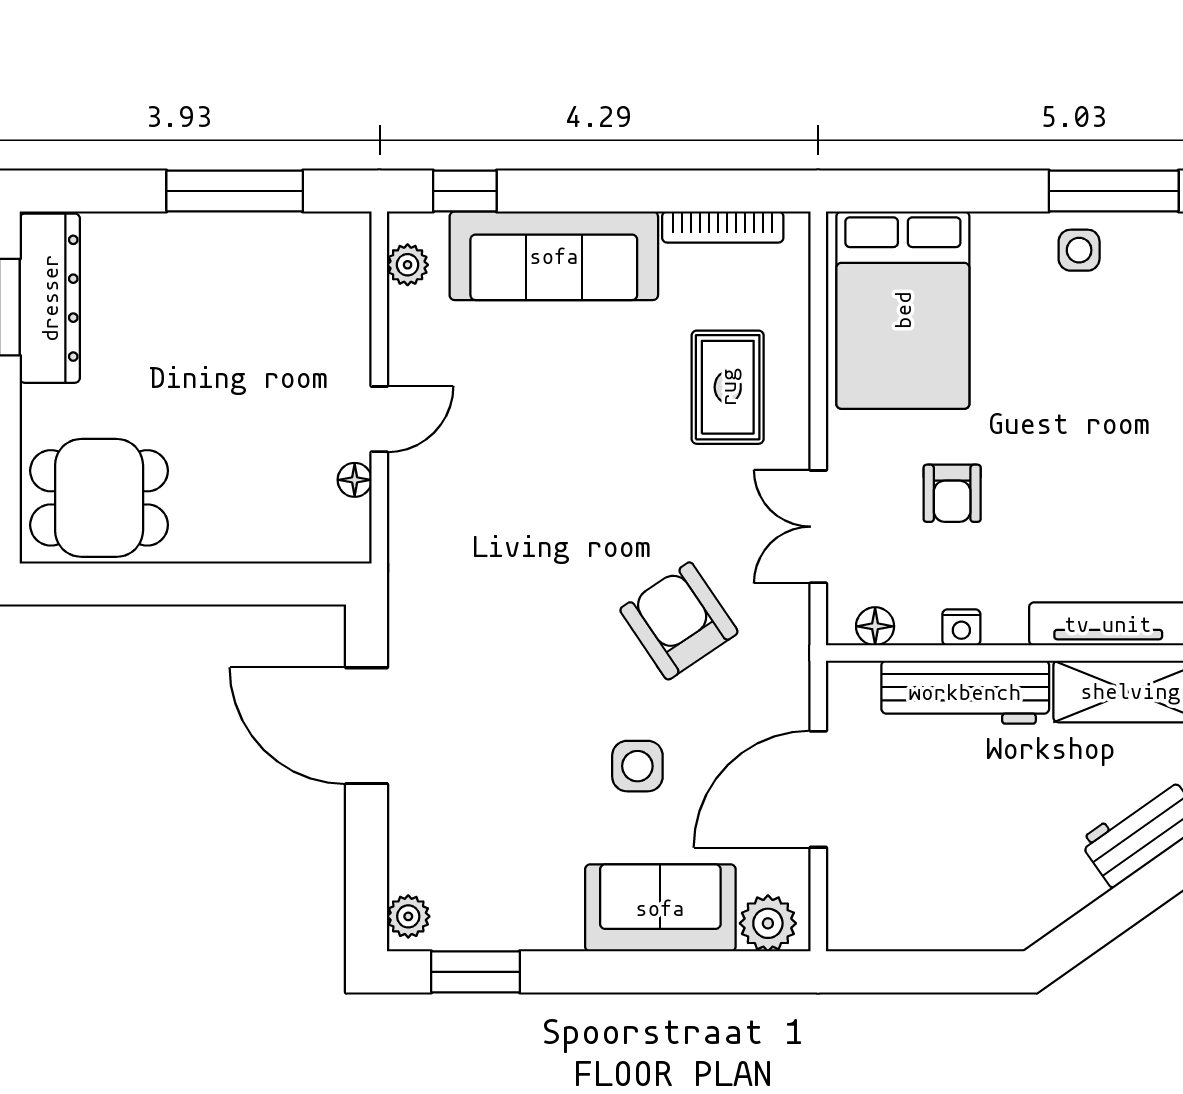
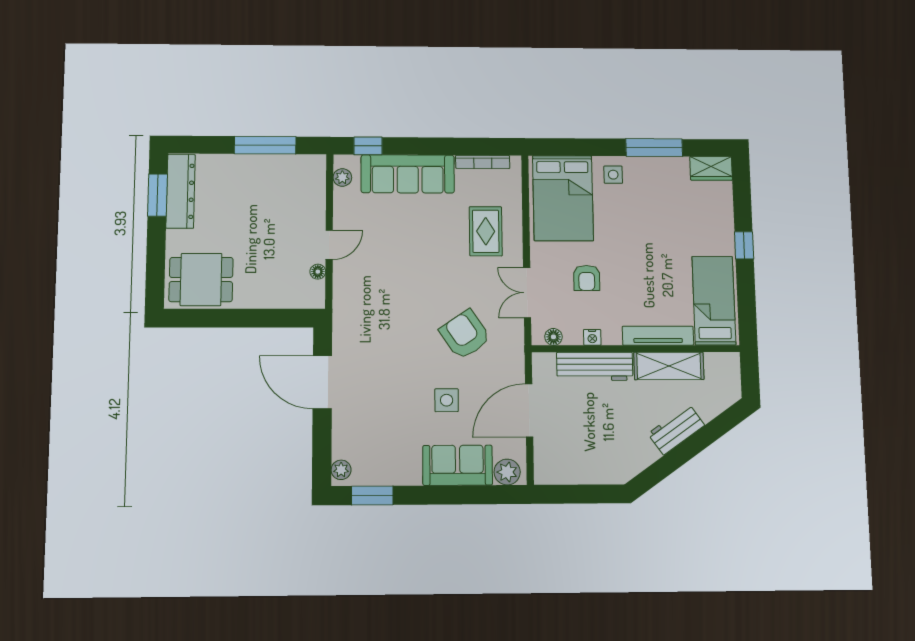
side table: (1079, 250) -> (613, 175), moved

